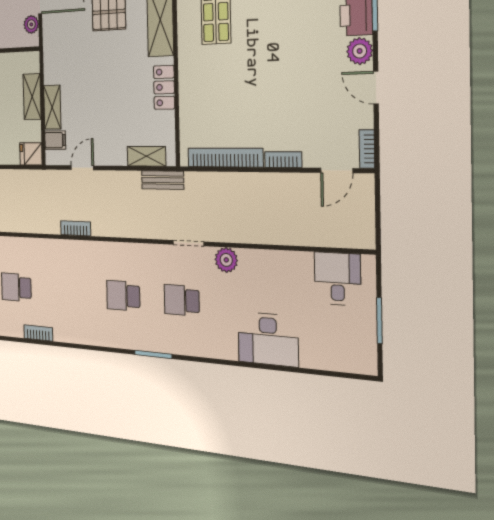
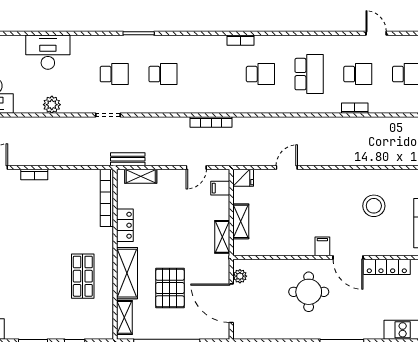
shelving: (52, 107) -> (222, 237), moved
bookcase: (225, 157) -> (107, 198), moved, turned 90
bookcase: (76, 228) -> (211, 122), width x1.56
plant: (226, 260) -> (52, 105), moved

